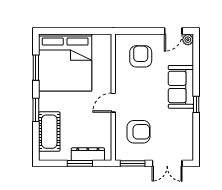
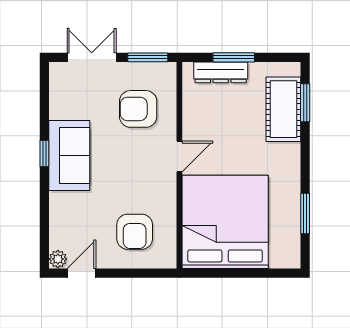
bed: (65, 62) -> (225, 222), moved
sofa: (181, 87) -> (69, 156), moved
window: (36, 110) -> (305, 103), moved

